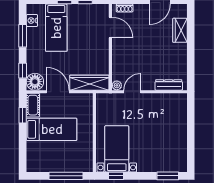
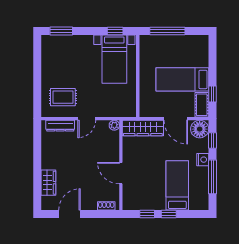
nightstand: (32, 21) -> (203, 160), moved
door: (110, 27) -> (121, 173), moved
window: (23, 36) -> (212, 177), width x1.44
door: (132, 92) -> (87, 119), moved
rug: (166, 112) -> (63, 97), added

